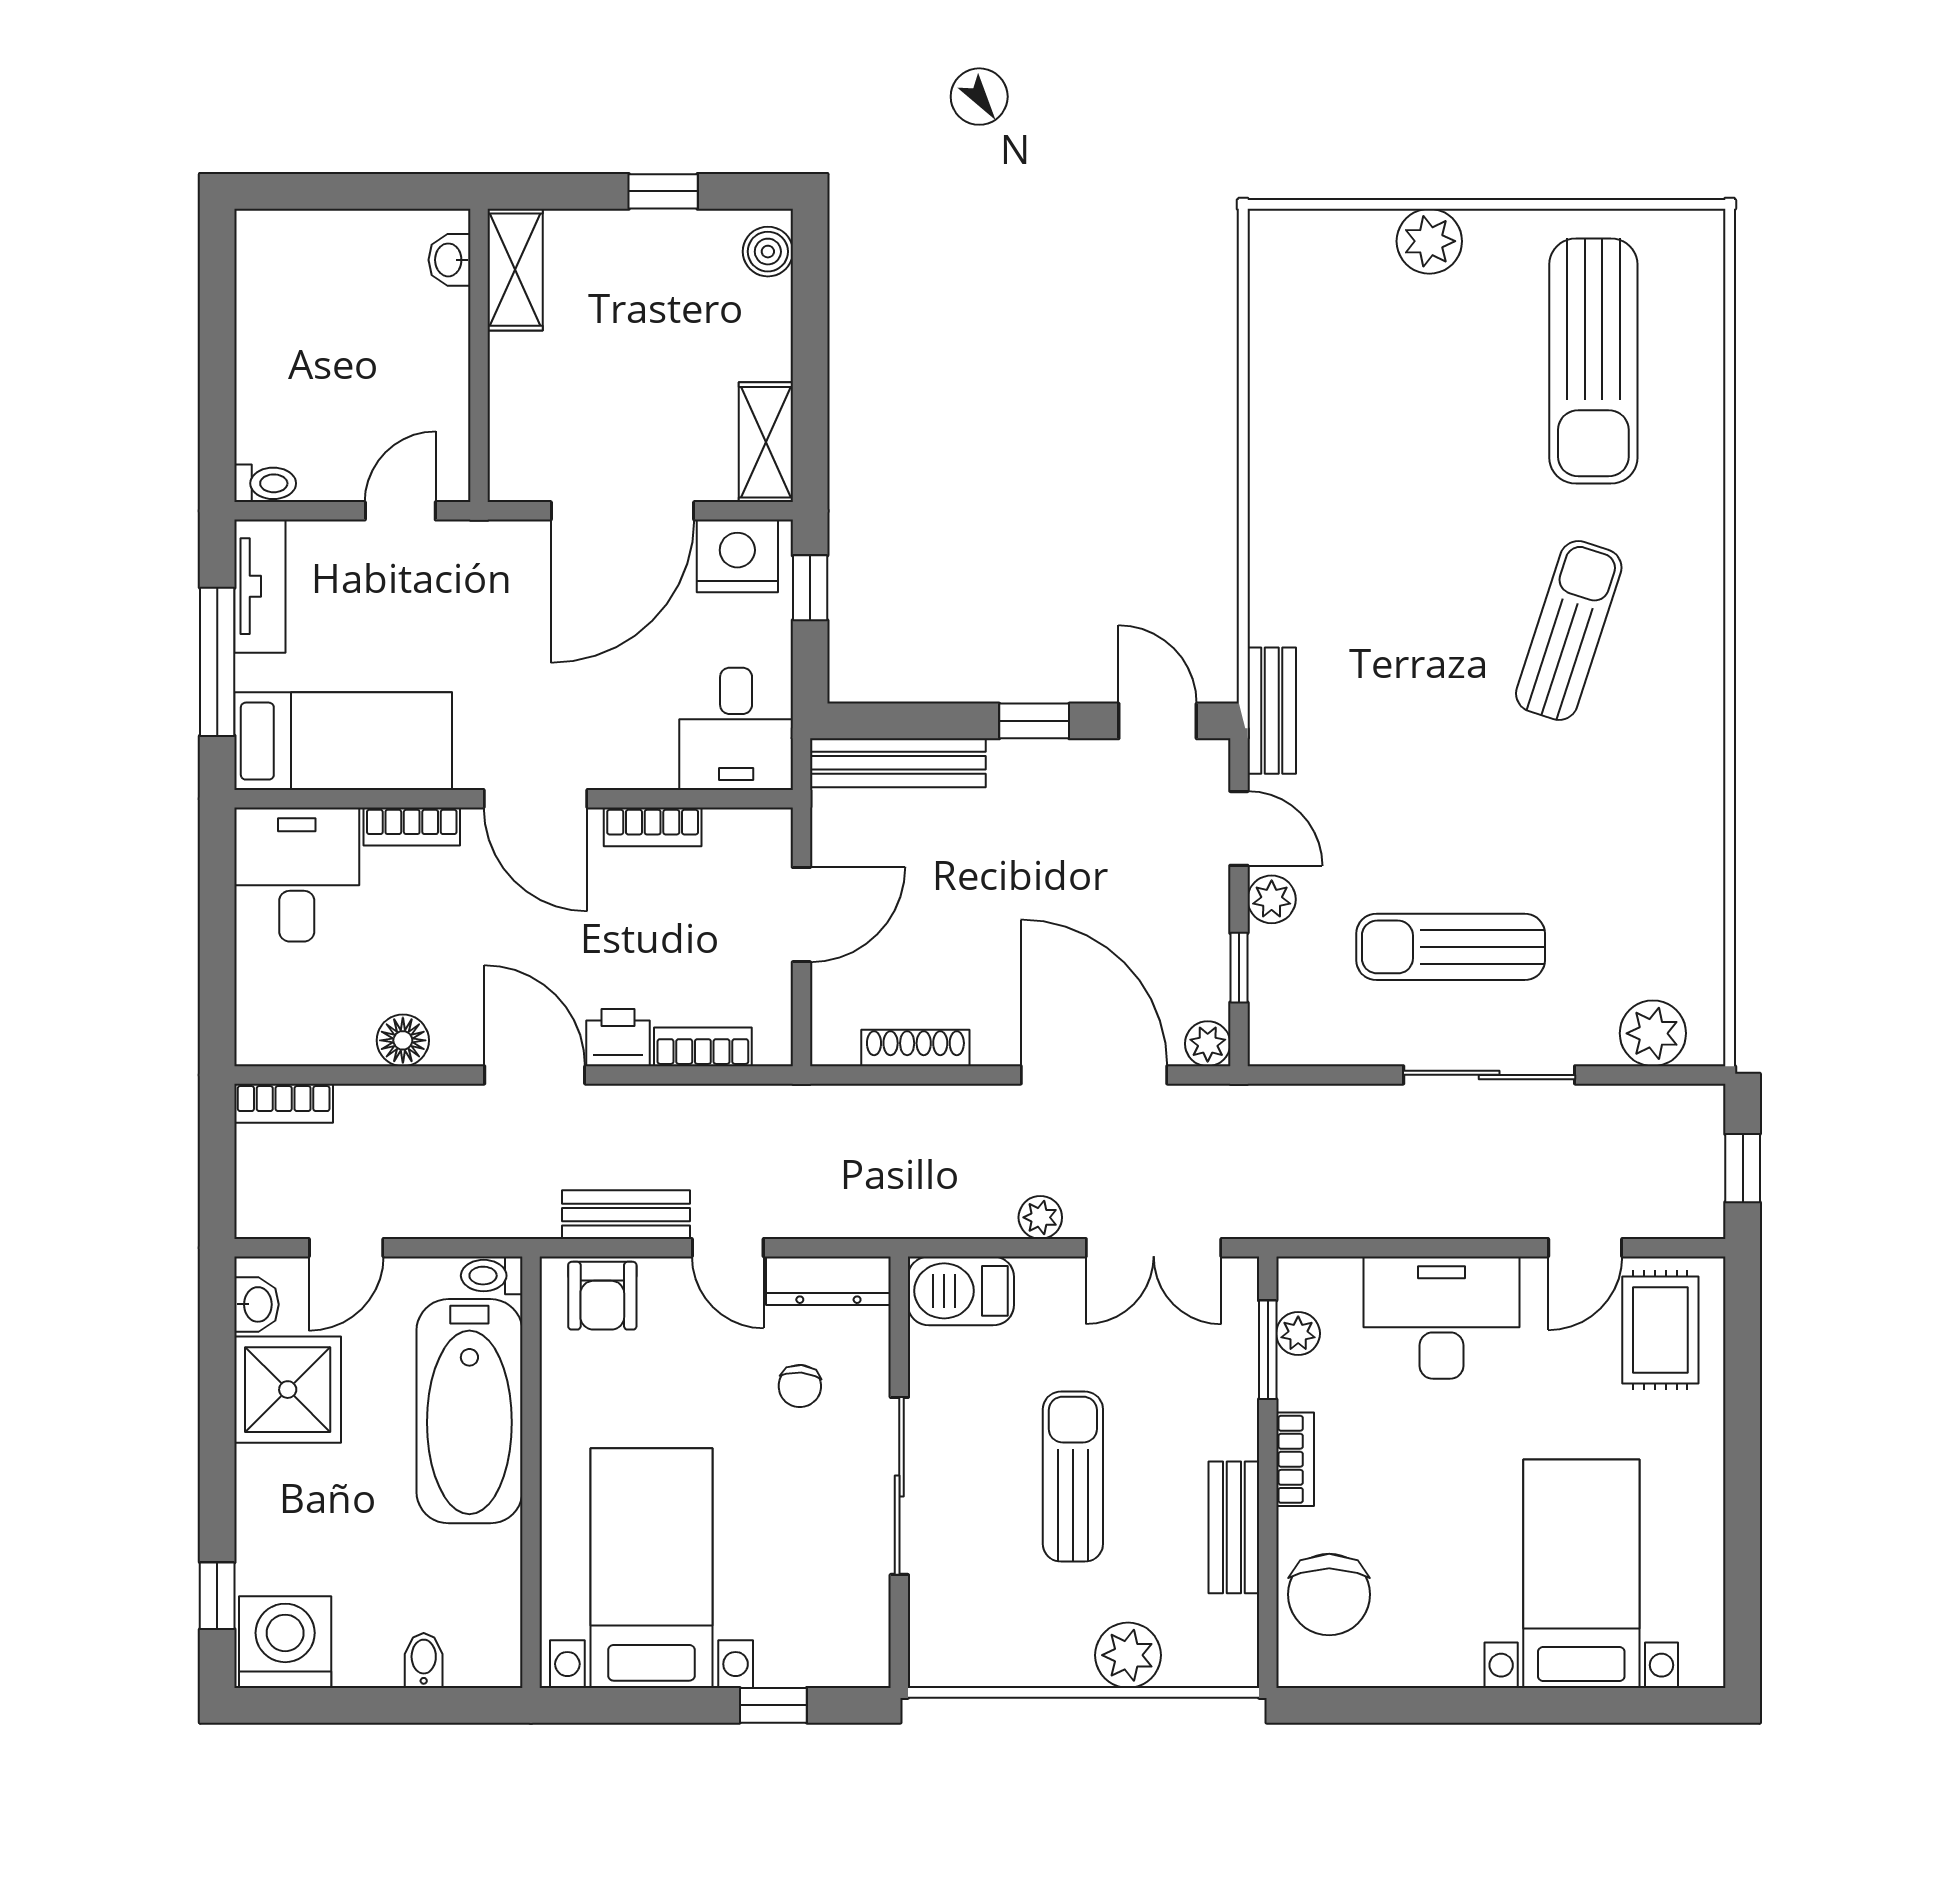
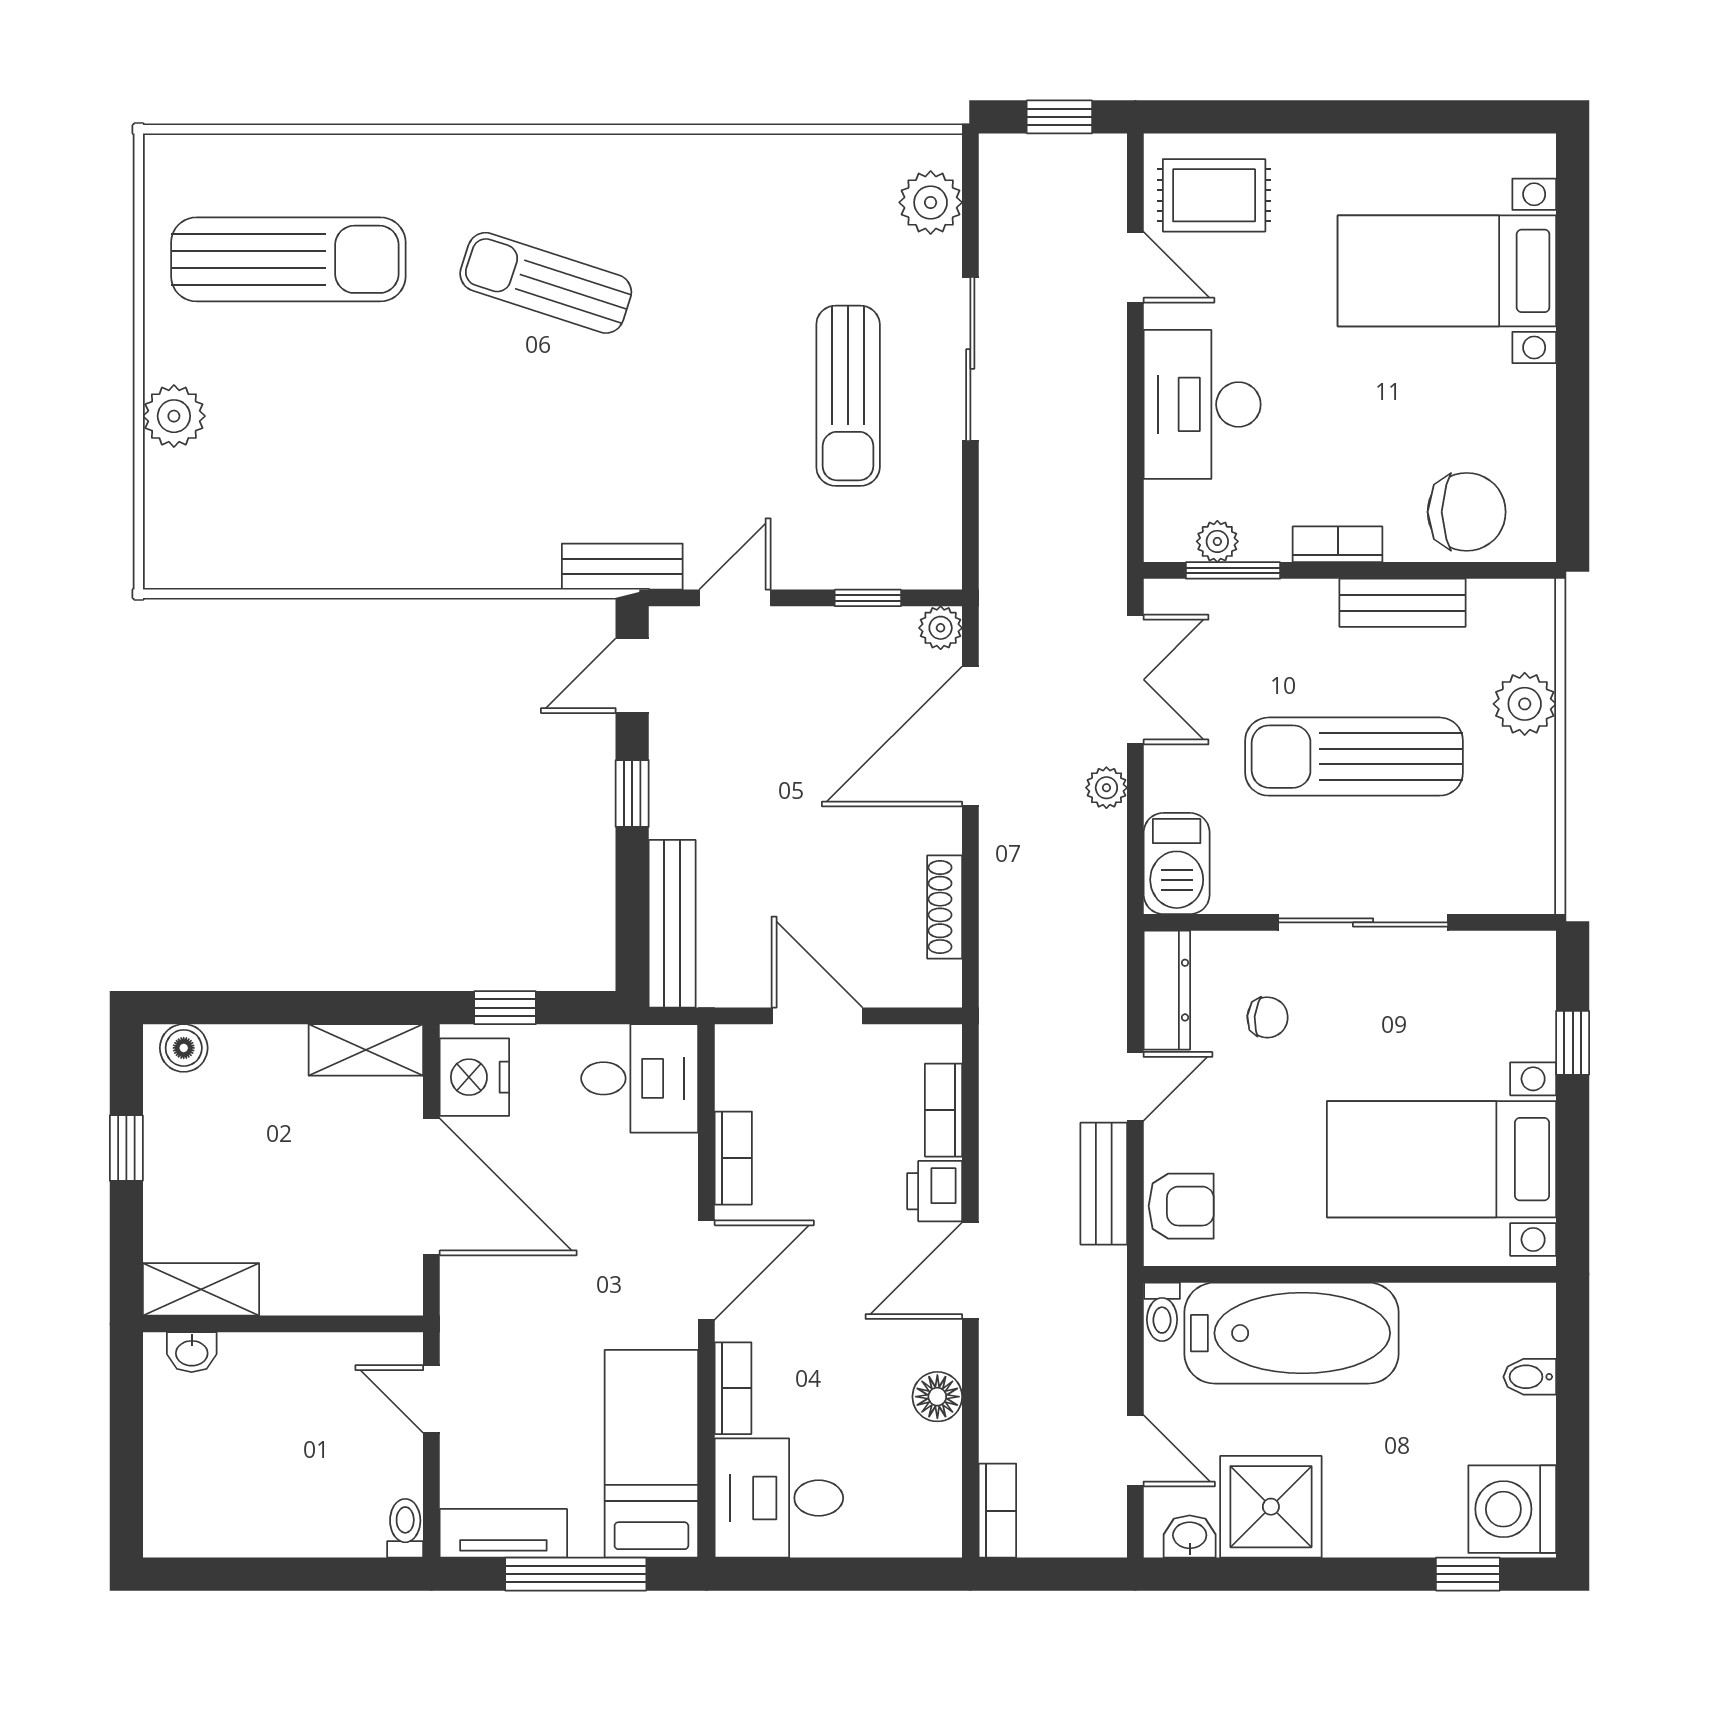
plant: (1272, 899) -> (803, 567), removed
sun lounger: (1073, 1477) -> (1354, 757), width x1.36, depth x1.34

